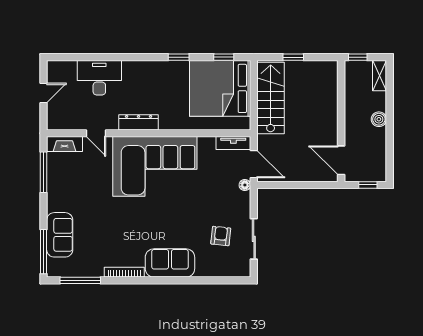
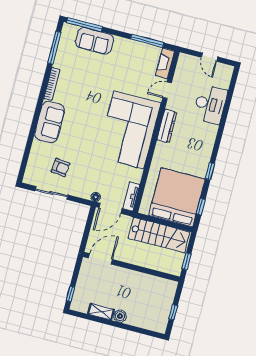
shelving: (380, 76) -> (101, 312), moved
wall: (341, 121) -> (131, 267), moved
door: (341, 160) -> (100, 259), moved

